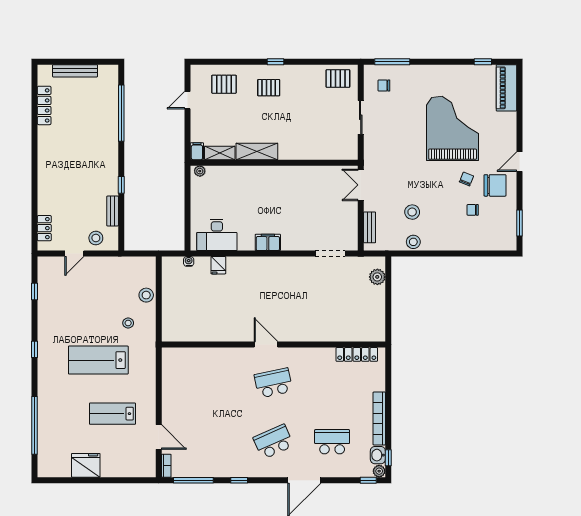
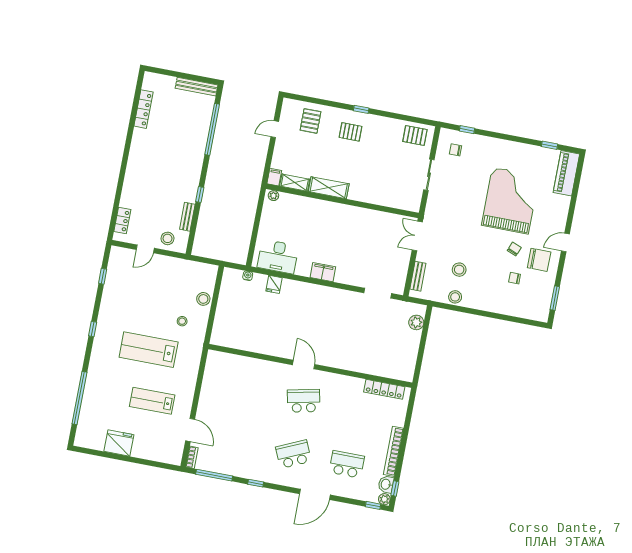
window: (392, 62) -> (467, 130), width x0.46
bench: (75, 71) -> (197, 87), moved
pallet: (224, 84) -> (310, 121), turned 90

